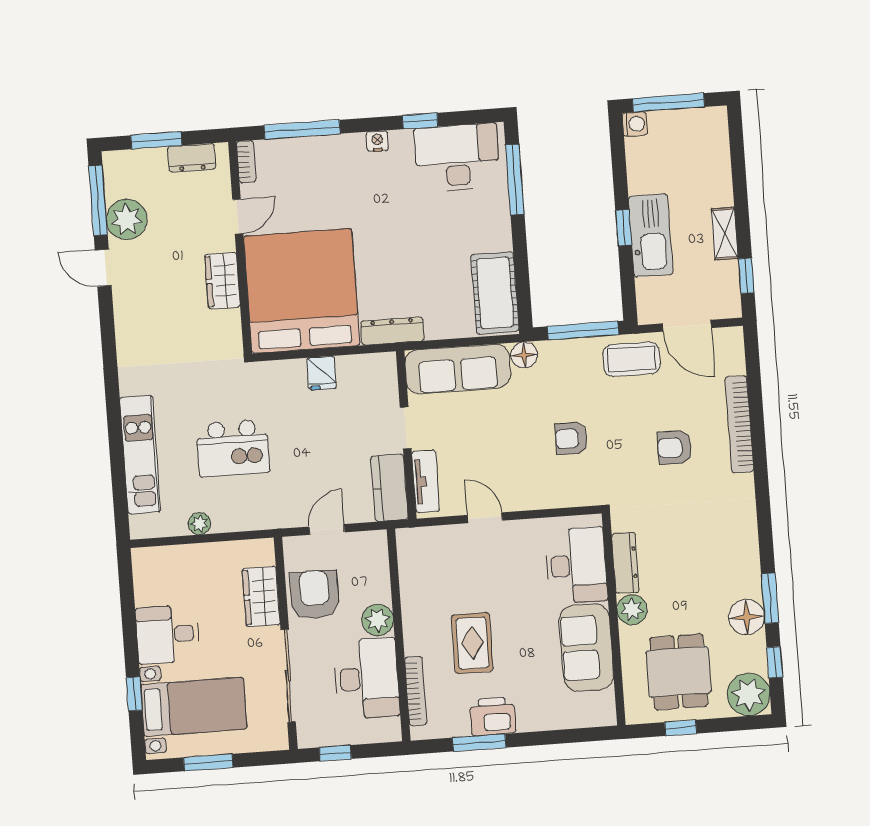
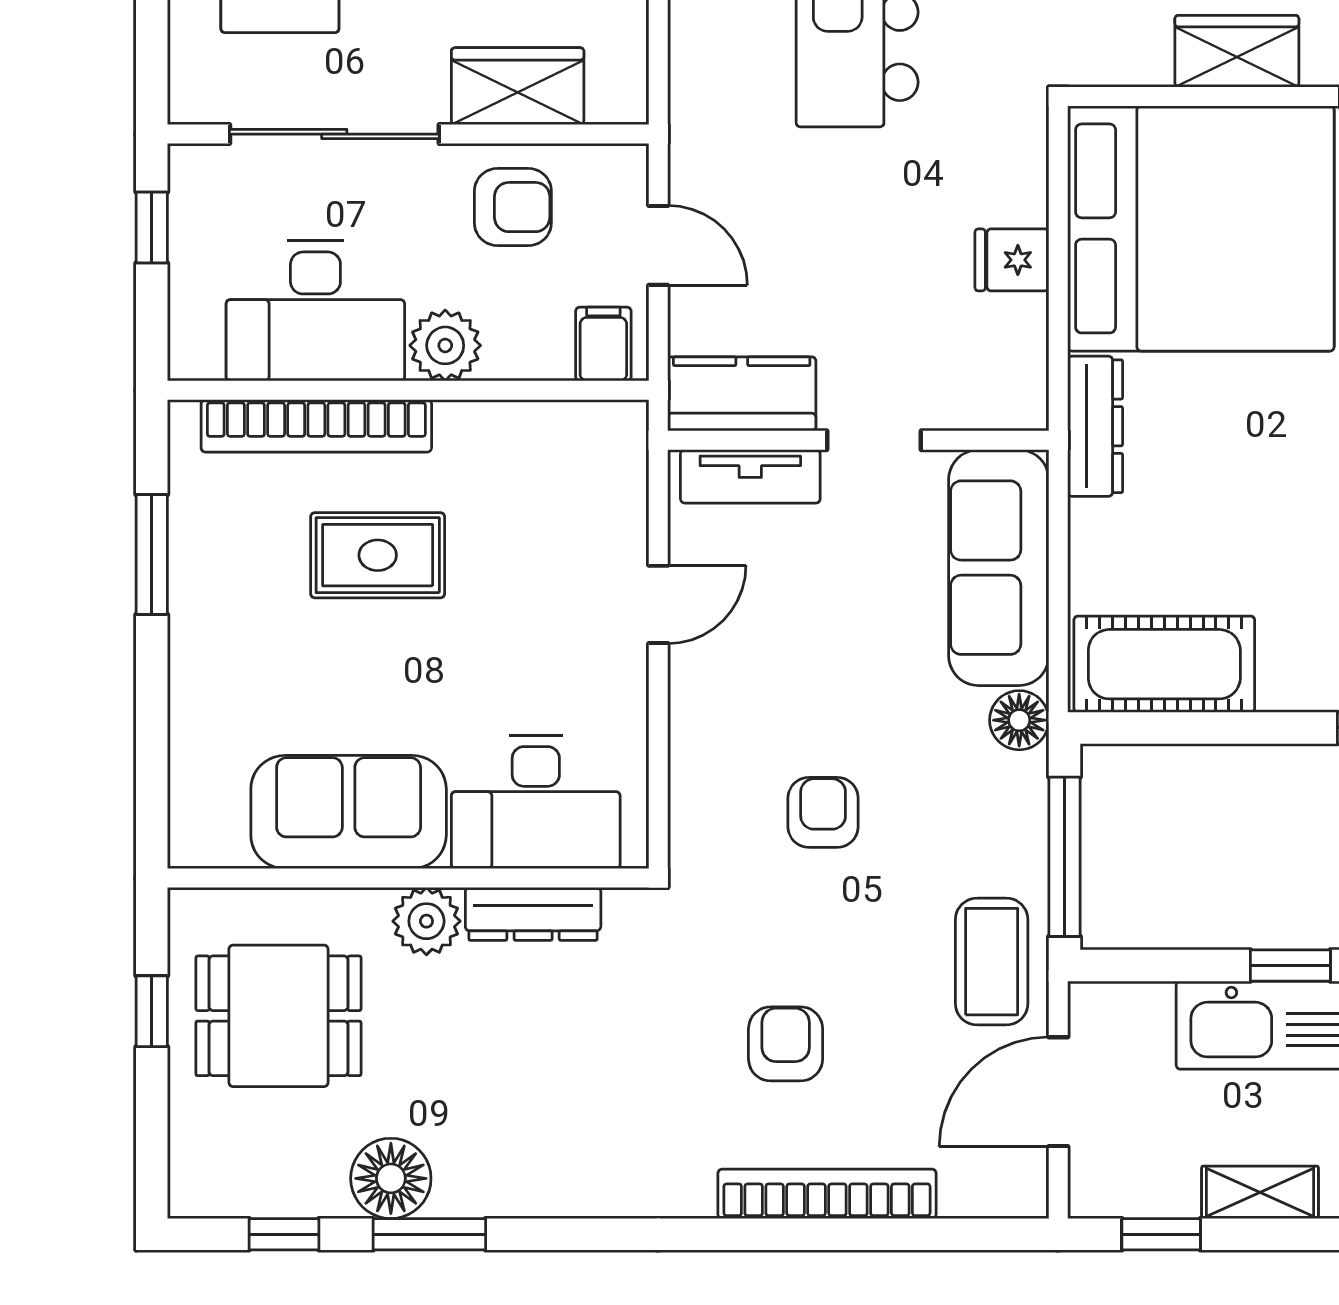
filing cabinet: (372, 550) -> (603, 344), added
armchair: (315, 595) -> (513, 207), width x0.72, depth x0.72
bookcase: (416, 691) -> (316, 426), width x1.48, depth x1.31
plant: (749, 694) -> (216, 1170), removed
printer: (493, 716) -> (209, 589), removed

